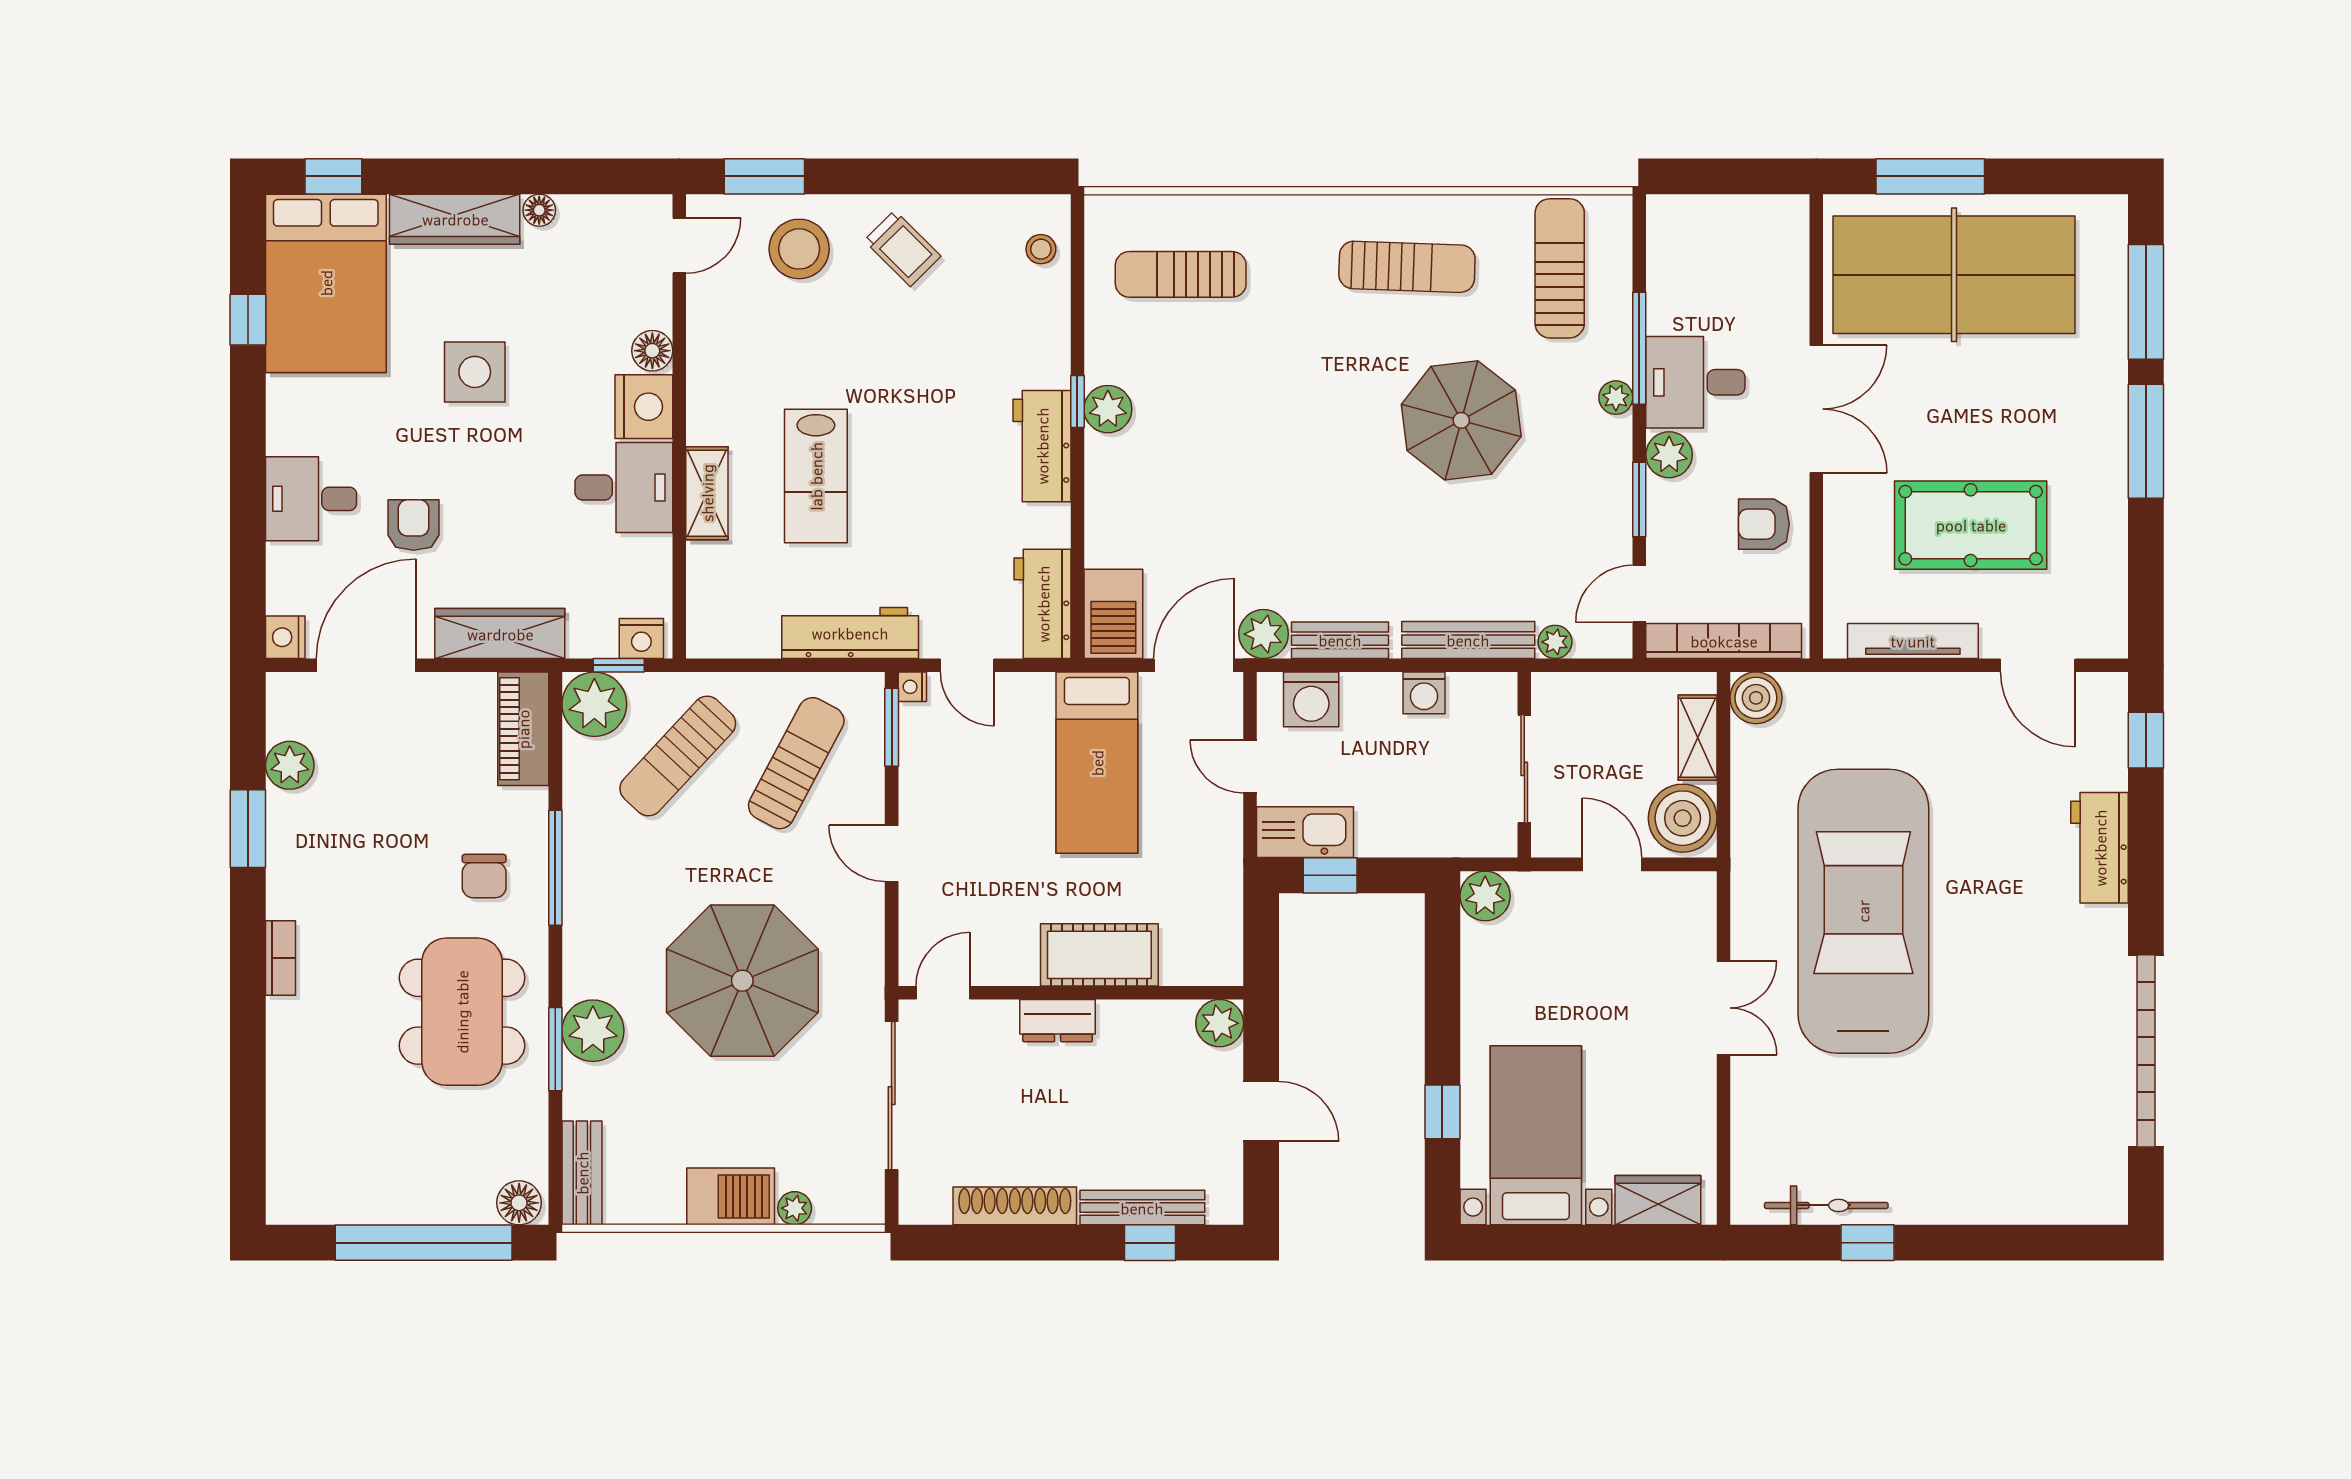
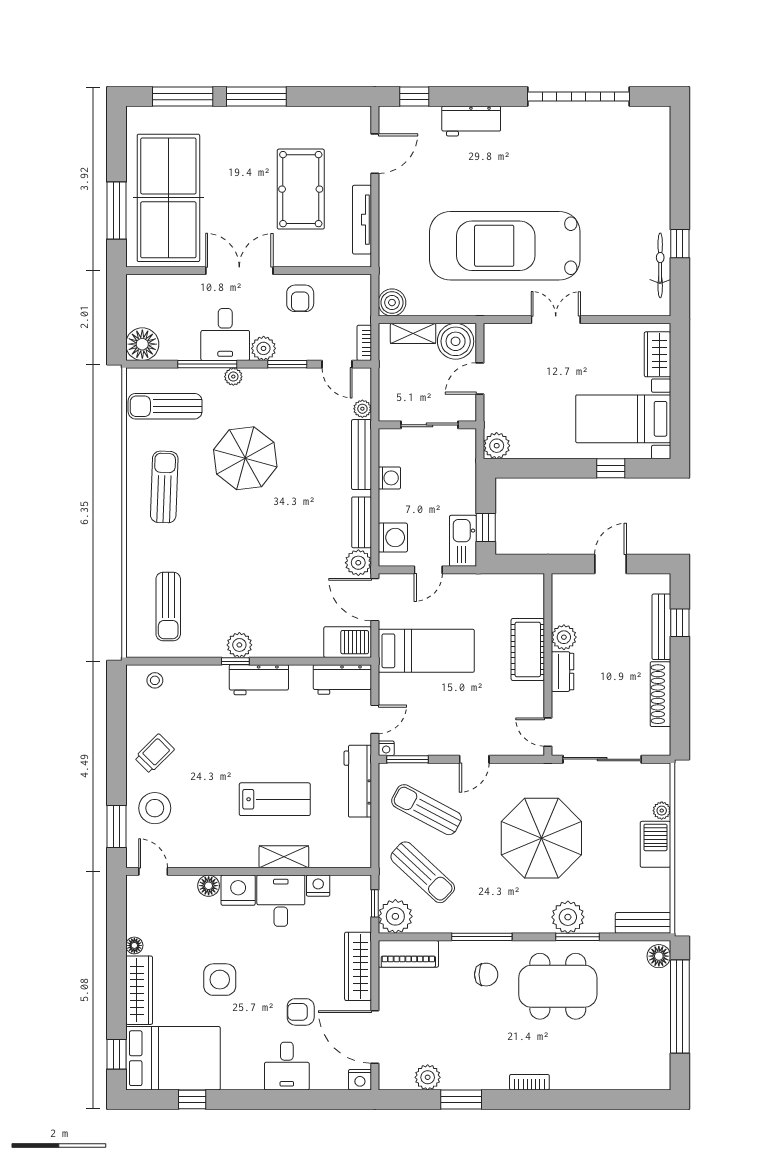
floor lamp: (1677, 225) -> (142, 344), added
nightstand: (641, 638) -> (318, 886), moved, turned -90
bookcase: (1724, 641) -> (364, 343), width x0.43, depth x0.76
plant: (1220, 1023) -> (564, 637), moved

